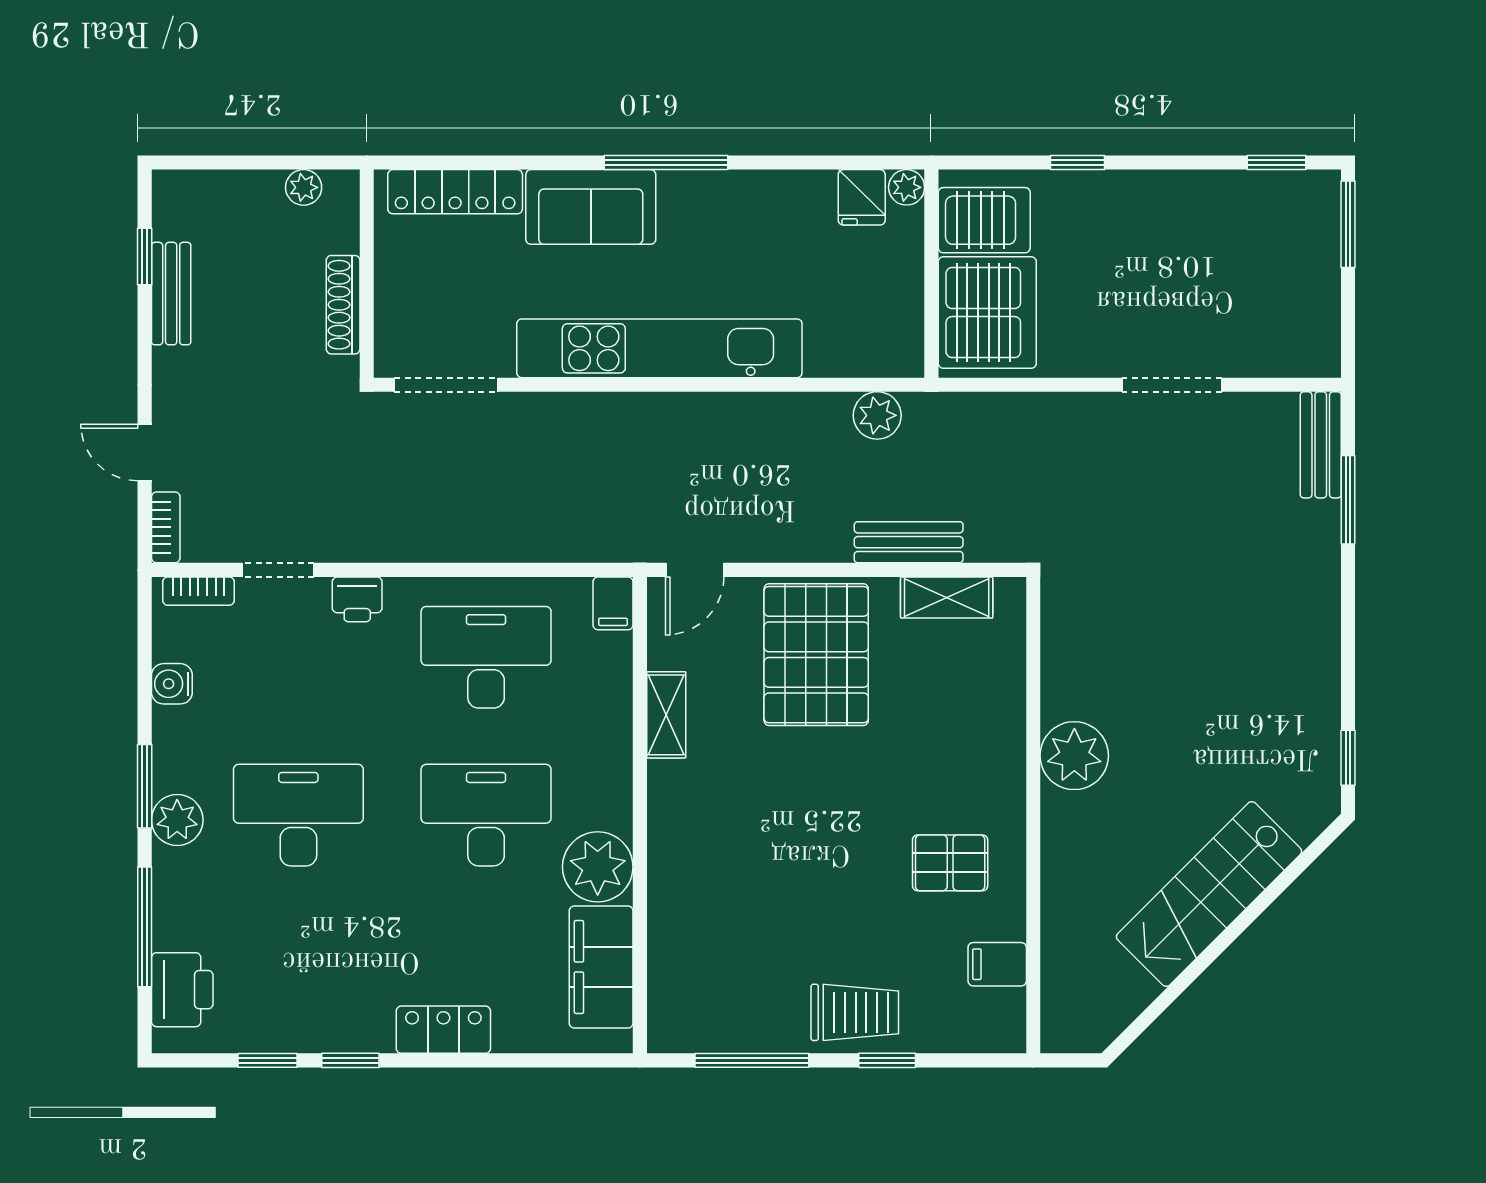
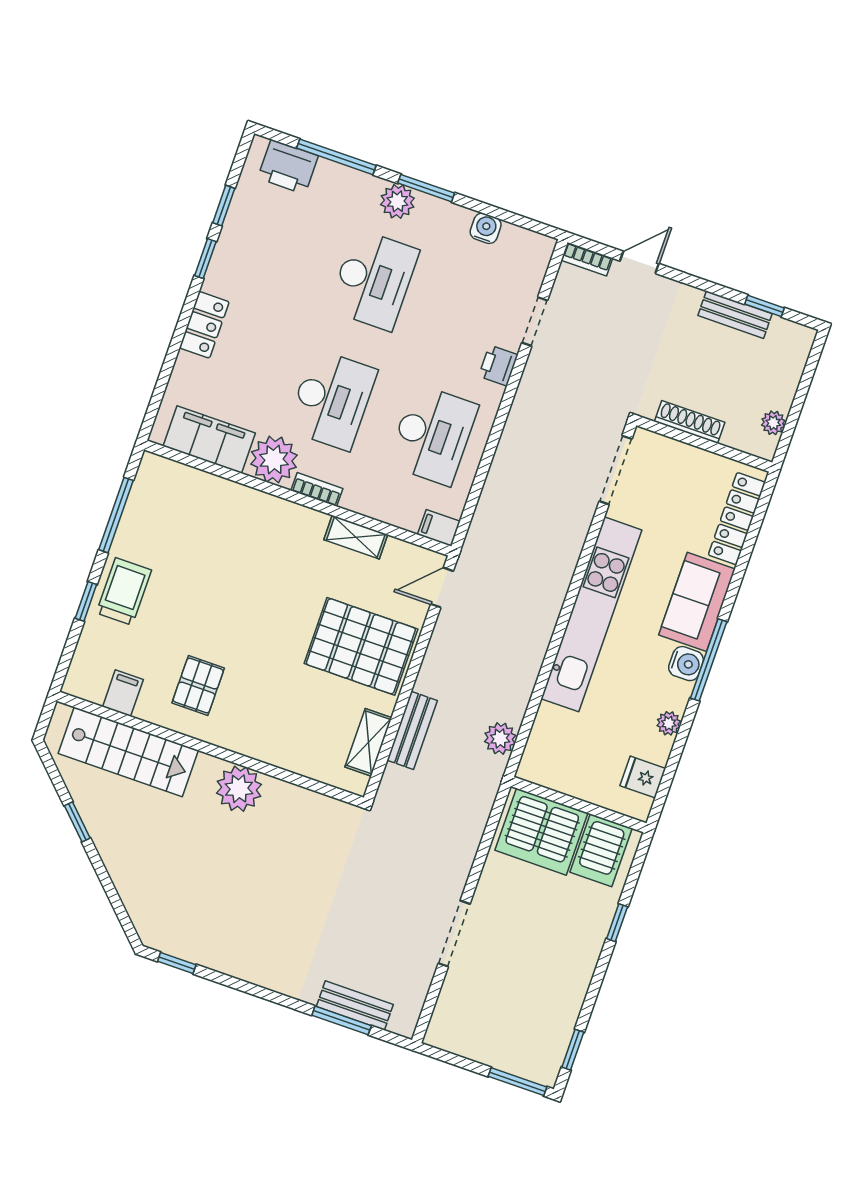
plant: (907, 187) -> (669, 723), moved
water cooler: (682, 192) -> (686, 664), added
bench: (1321, 445) -> (355, 1005), moved
door: (695, 570) -> (442, 588), hinge flipped
bookcase: (198, 591) -> (317, 490), moved, turned 90
stairs: (1209, 894) -> (128, 752), moved, turned 135
window: (1199, 965) -> (77, 822), added
trolley: (855, 1012) -> (124, 591), turned 180

